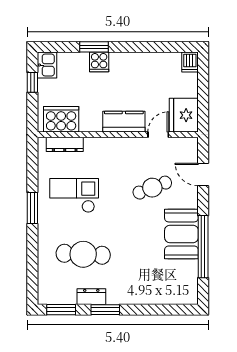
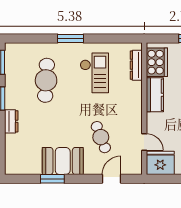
kitchen counter: (124, 122) -> (155, 95), moved
window: (32, 208) -> (71, 39), moved
window: (203, 247) -> (52, 179), width x0.47
dresser: (91, 297) -> (11, 121), moved

